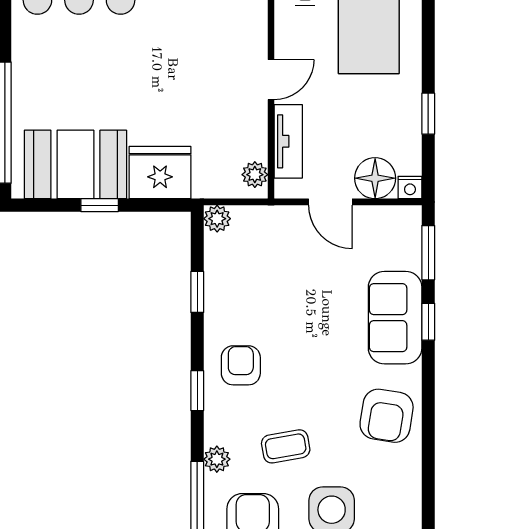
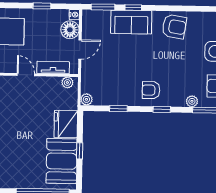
coffee table: (286, 446) -> (187, 71), removed

